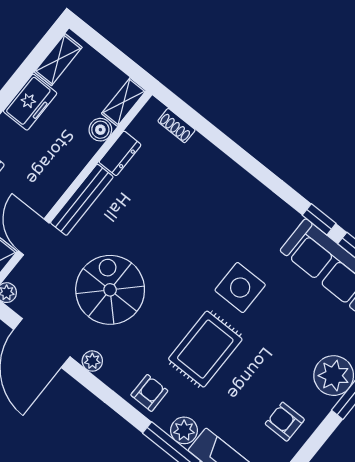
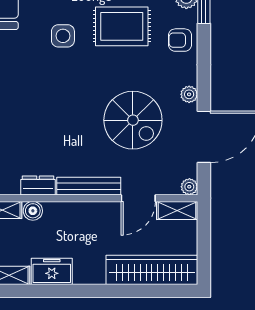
side table: (240, 288) -> (63, 36), width x0.73, depth x0.73
spiral stairs: (110, 290) -> (133, 120), turned -90

